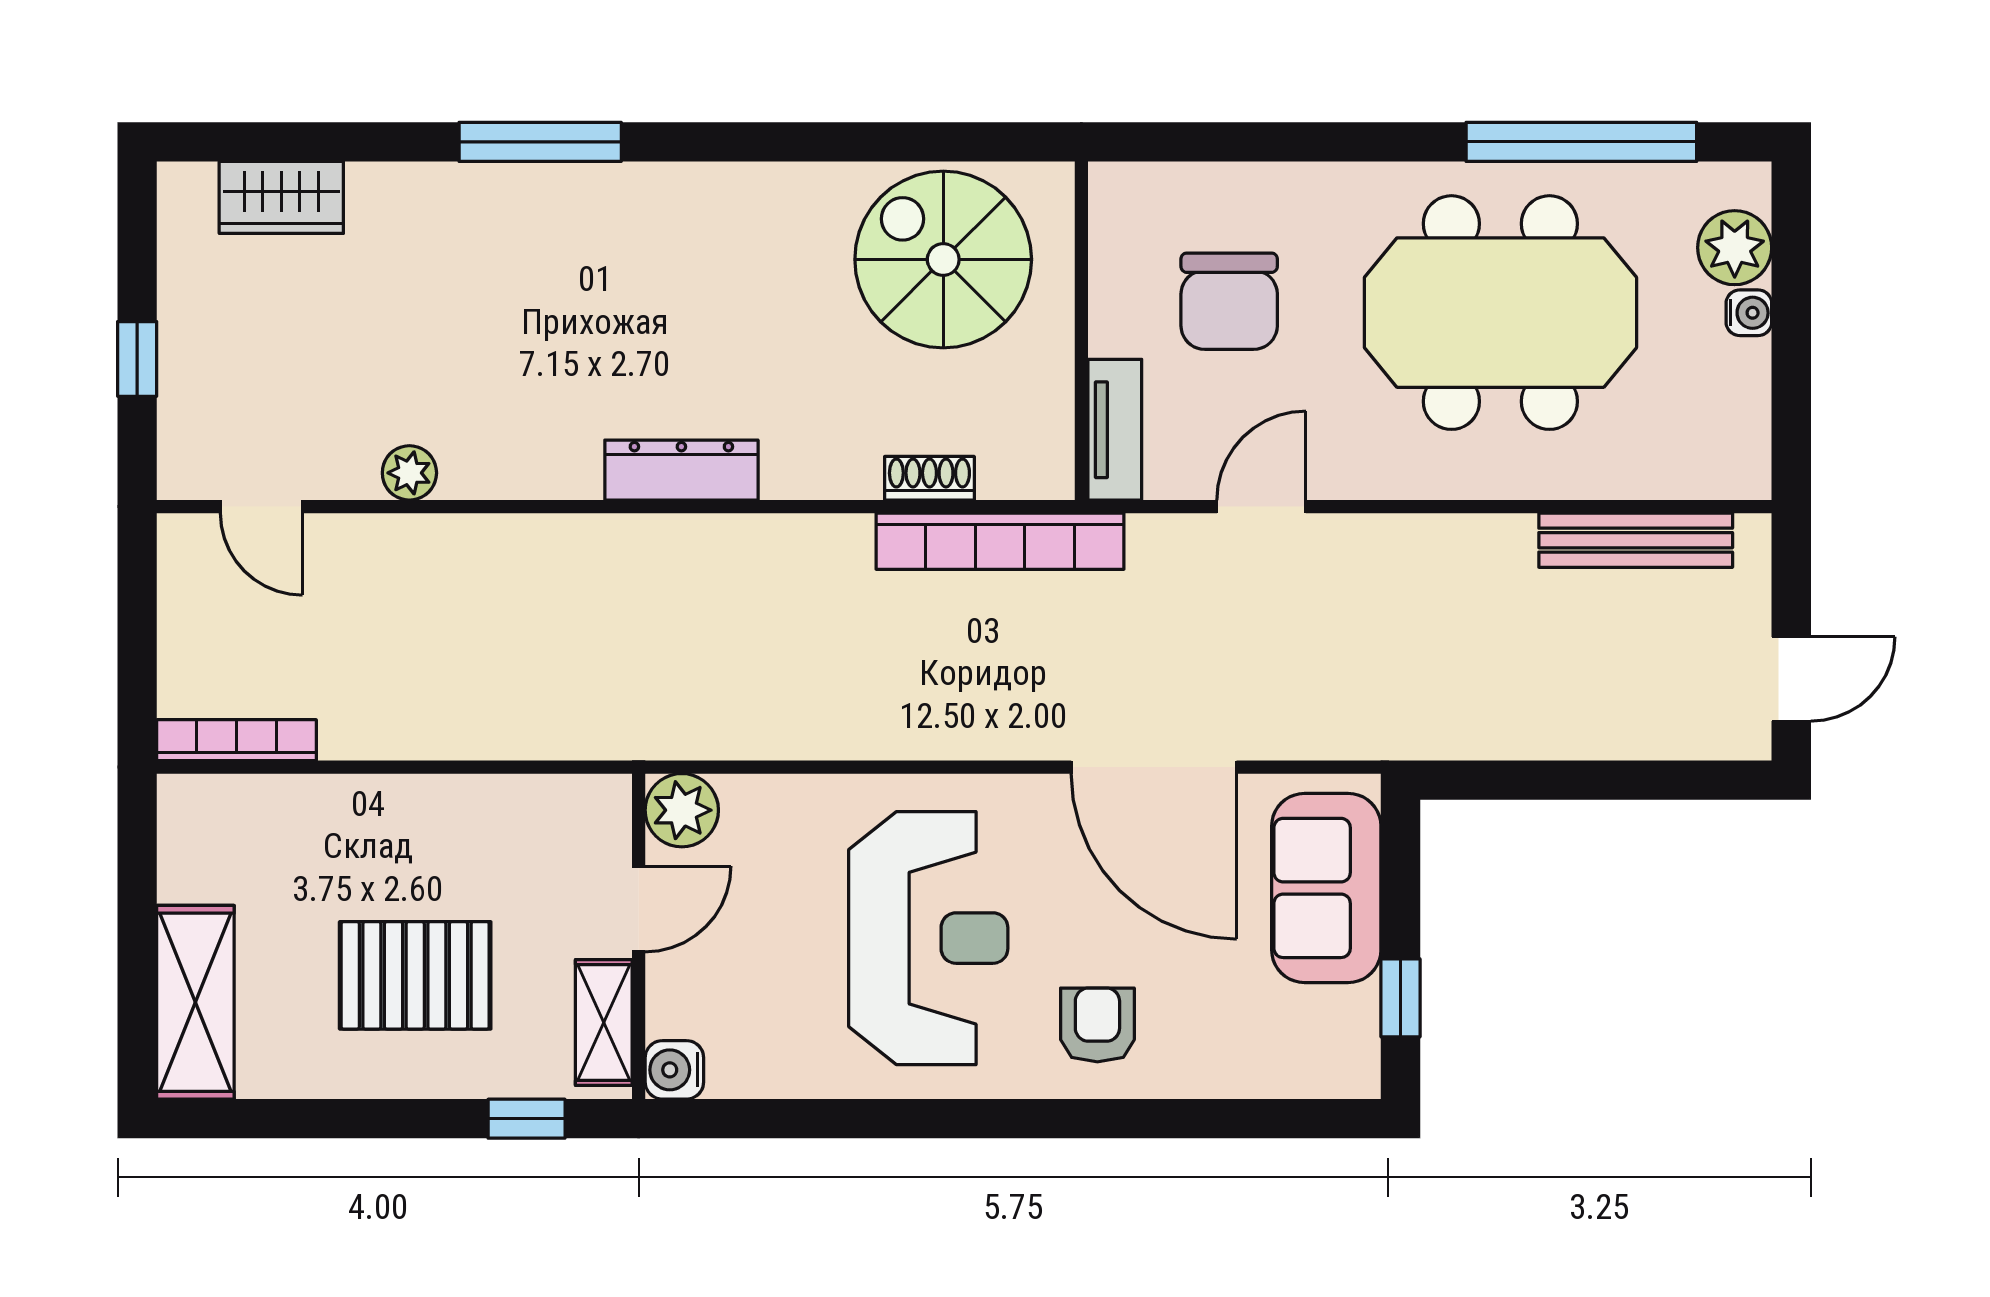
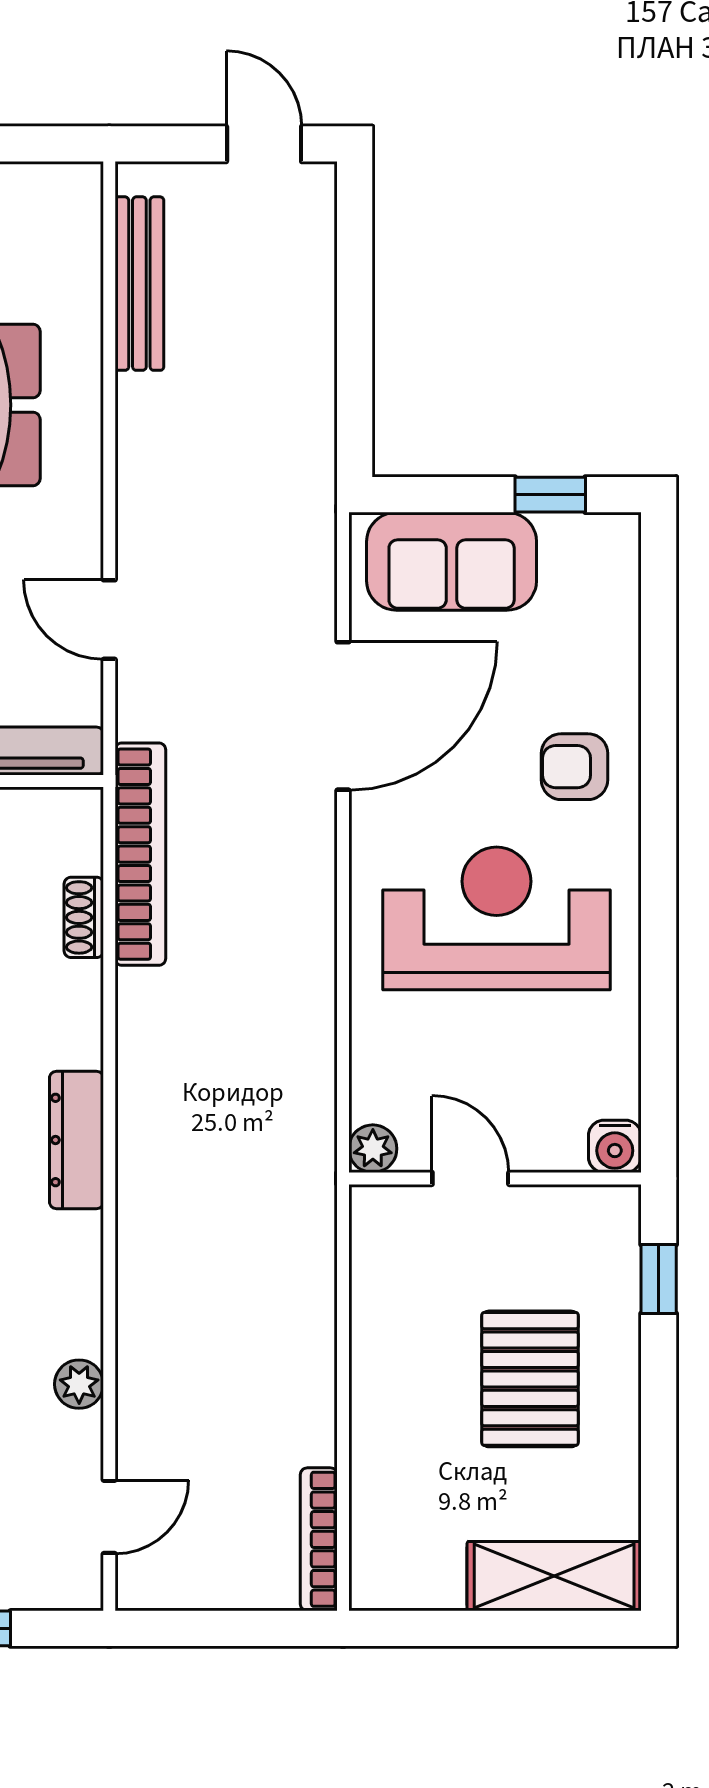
plant: (682, 810) -> (373, 1149), width x0.73, depth x0.73
shelving: (604, 1023) -> (572, 1210), removed

